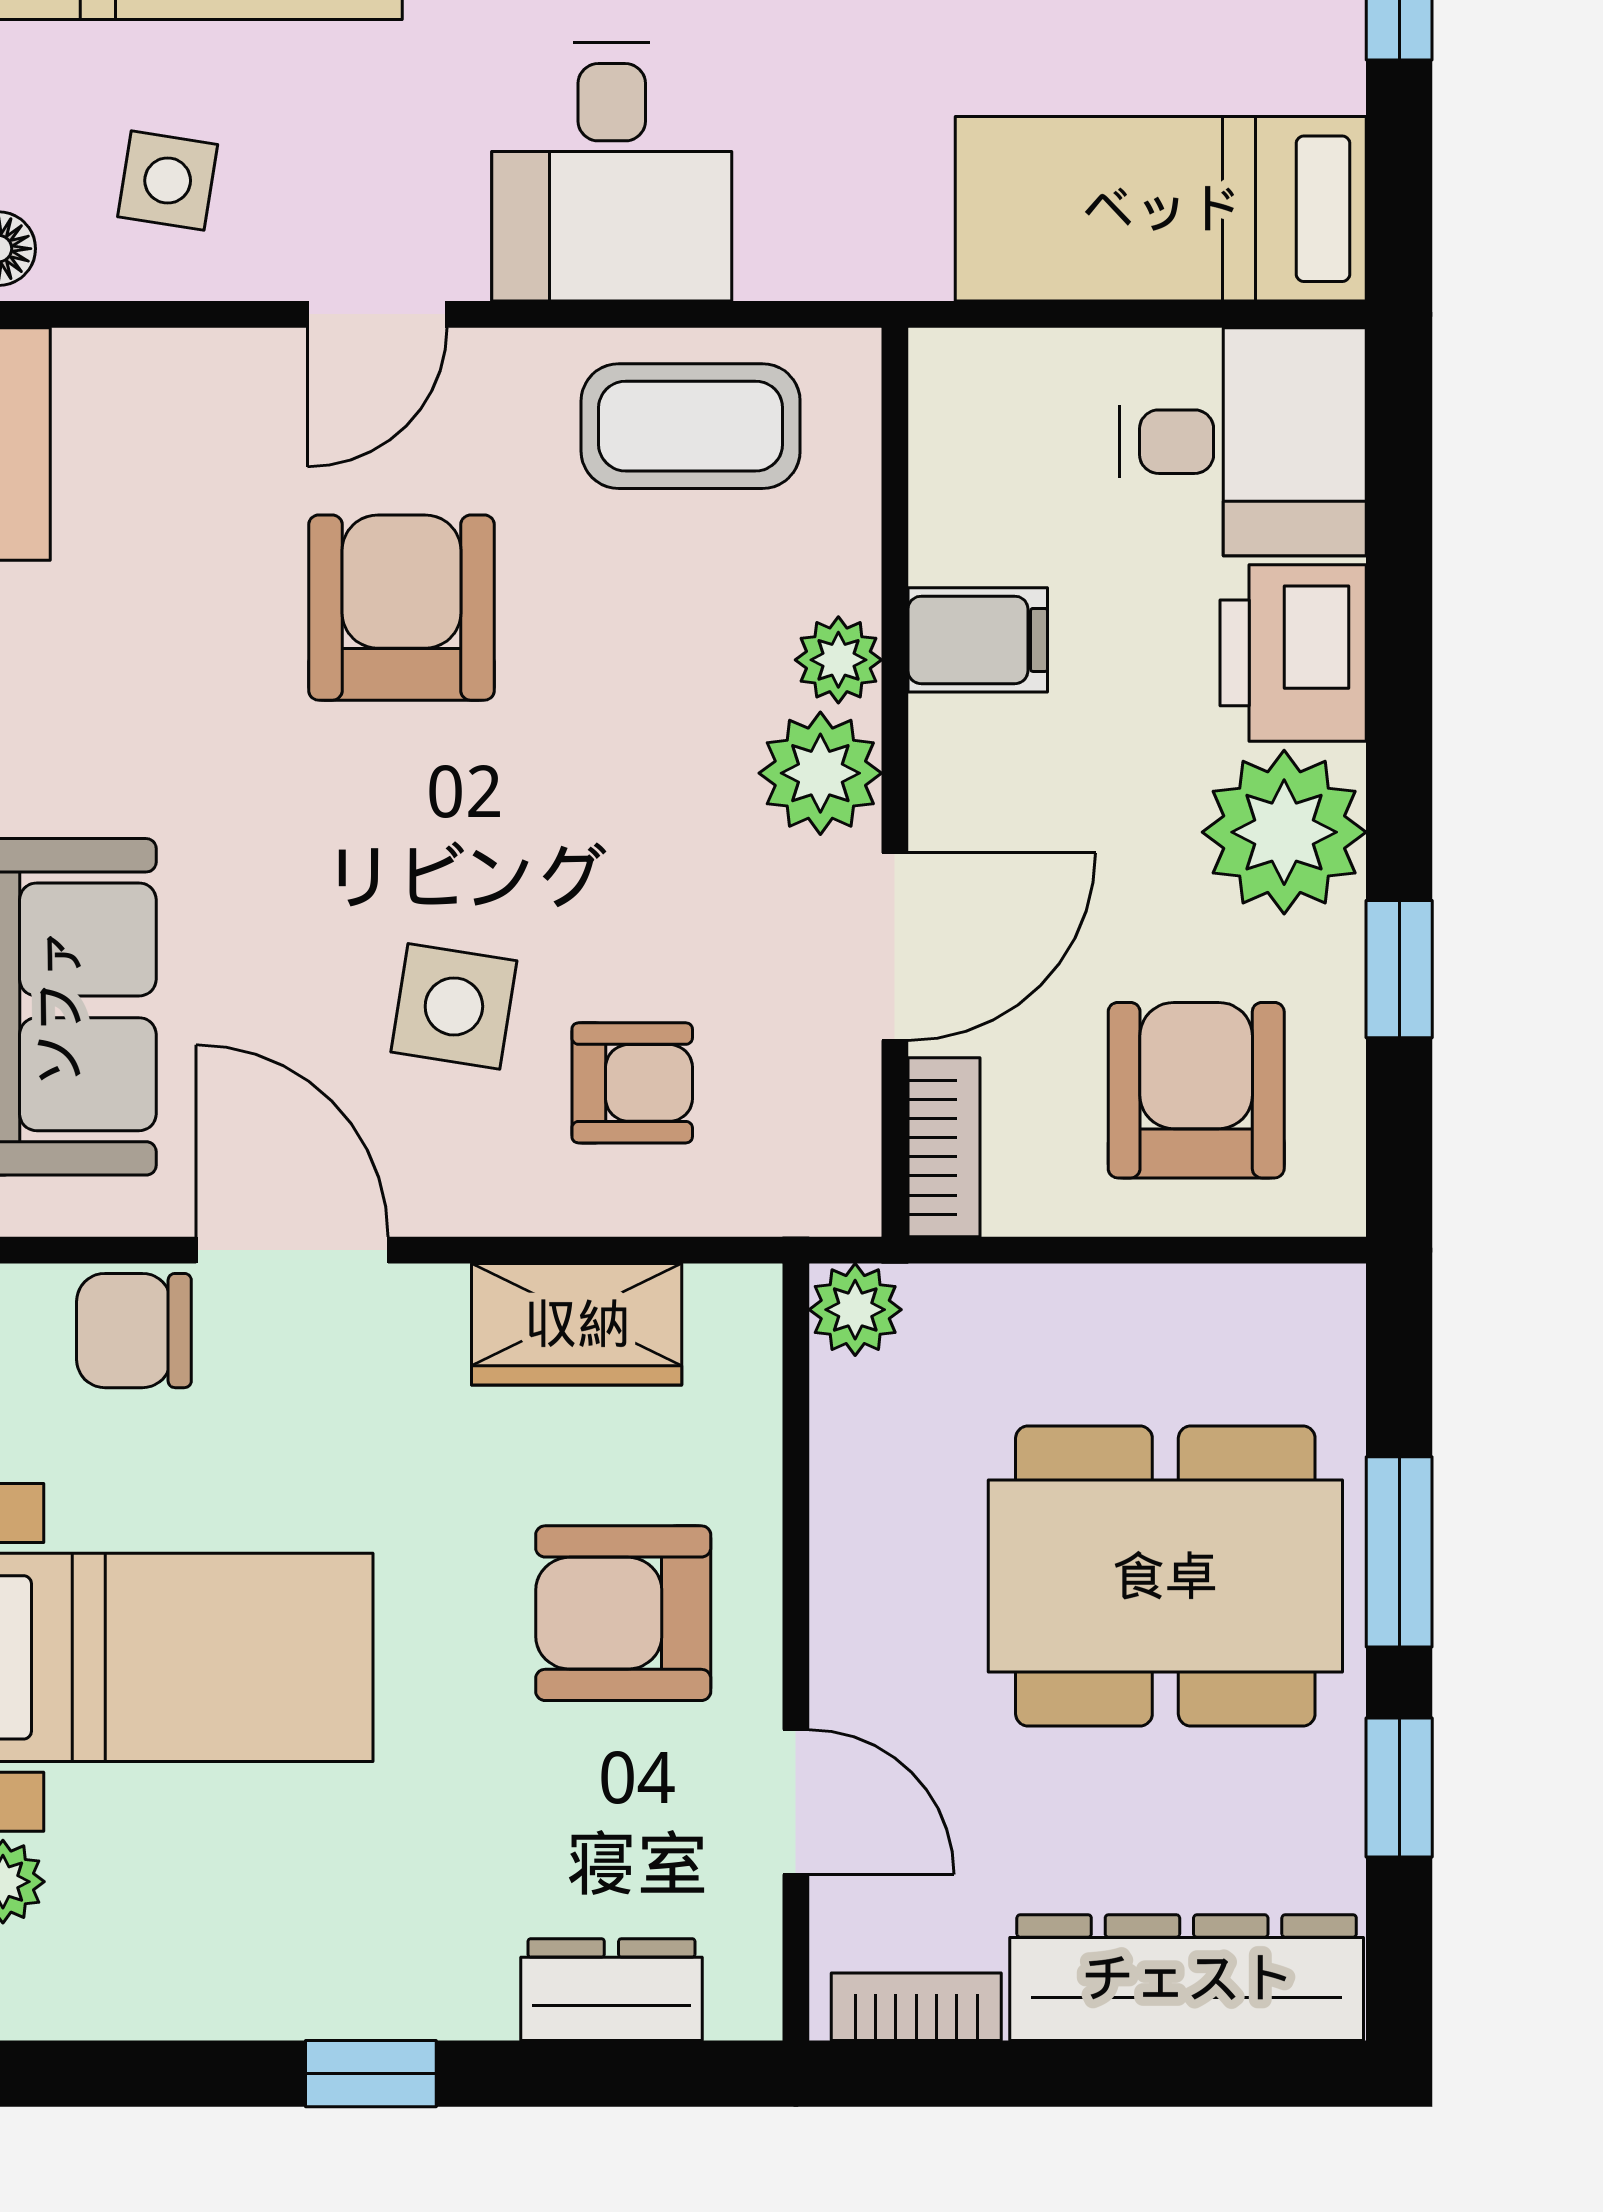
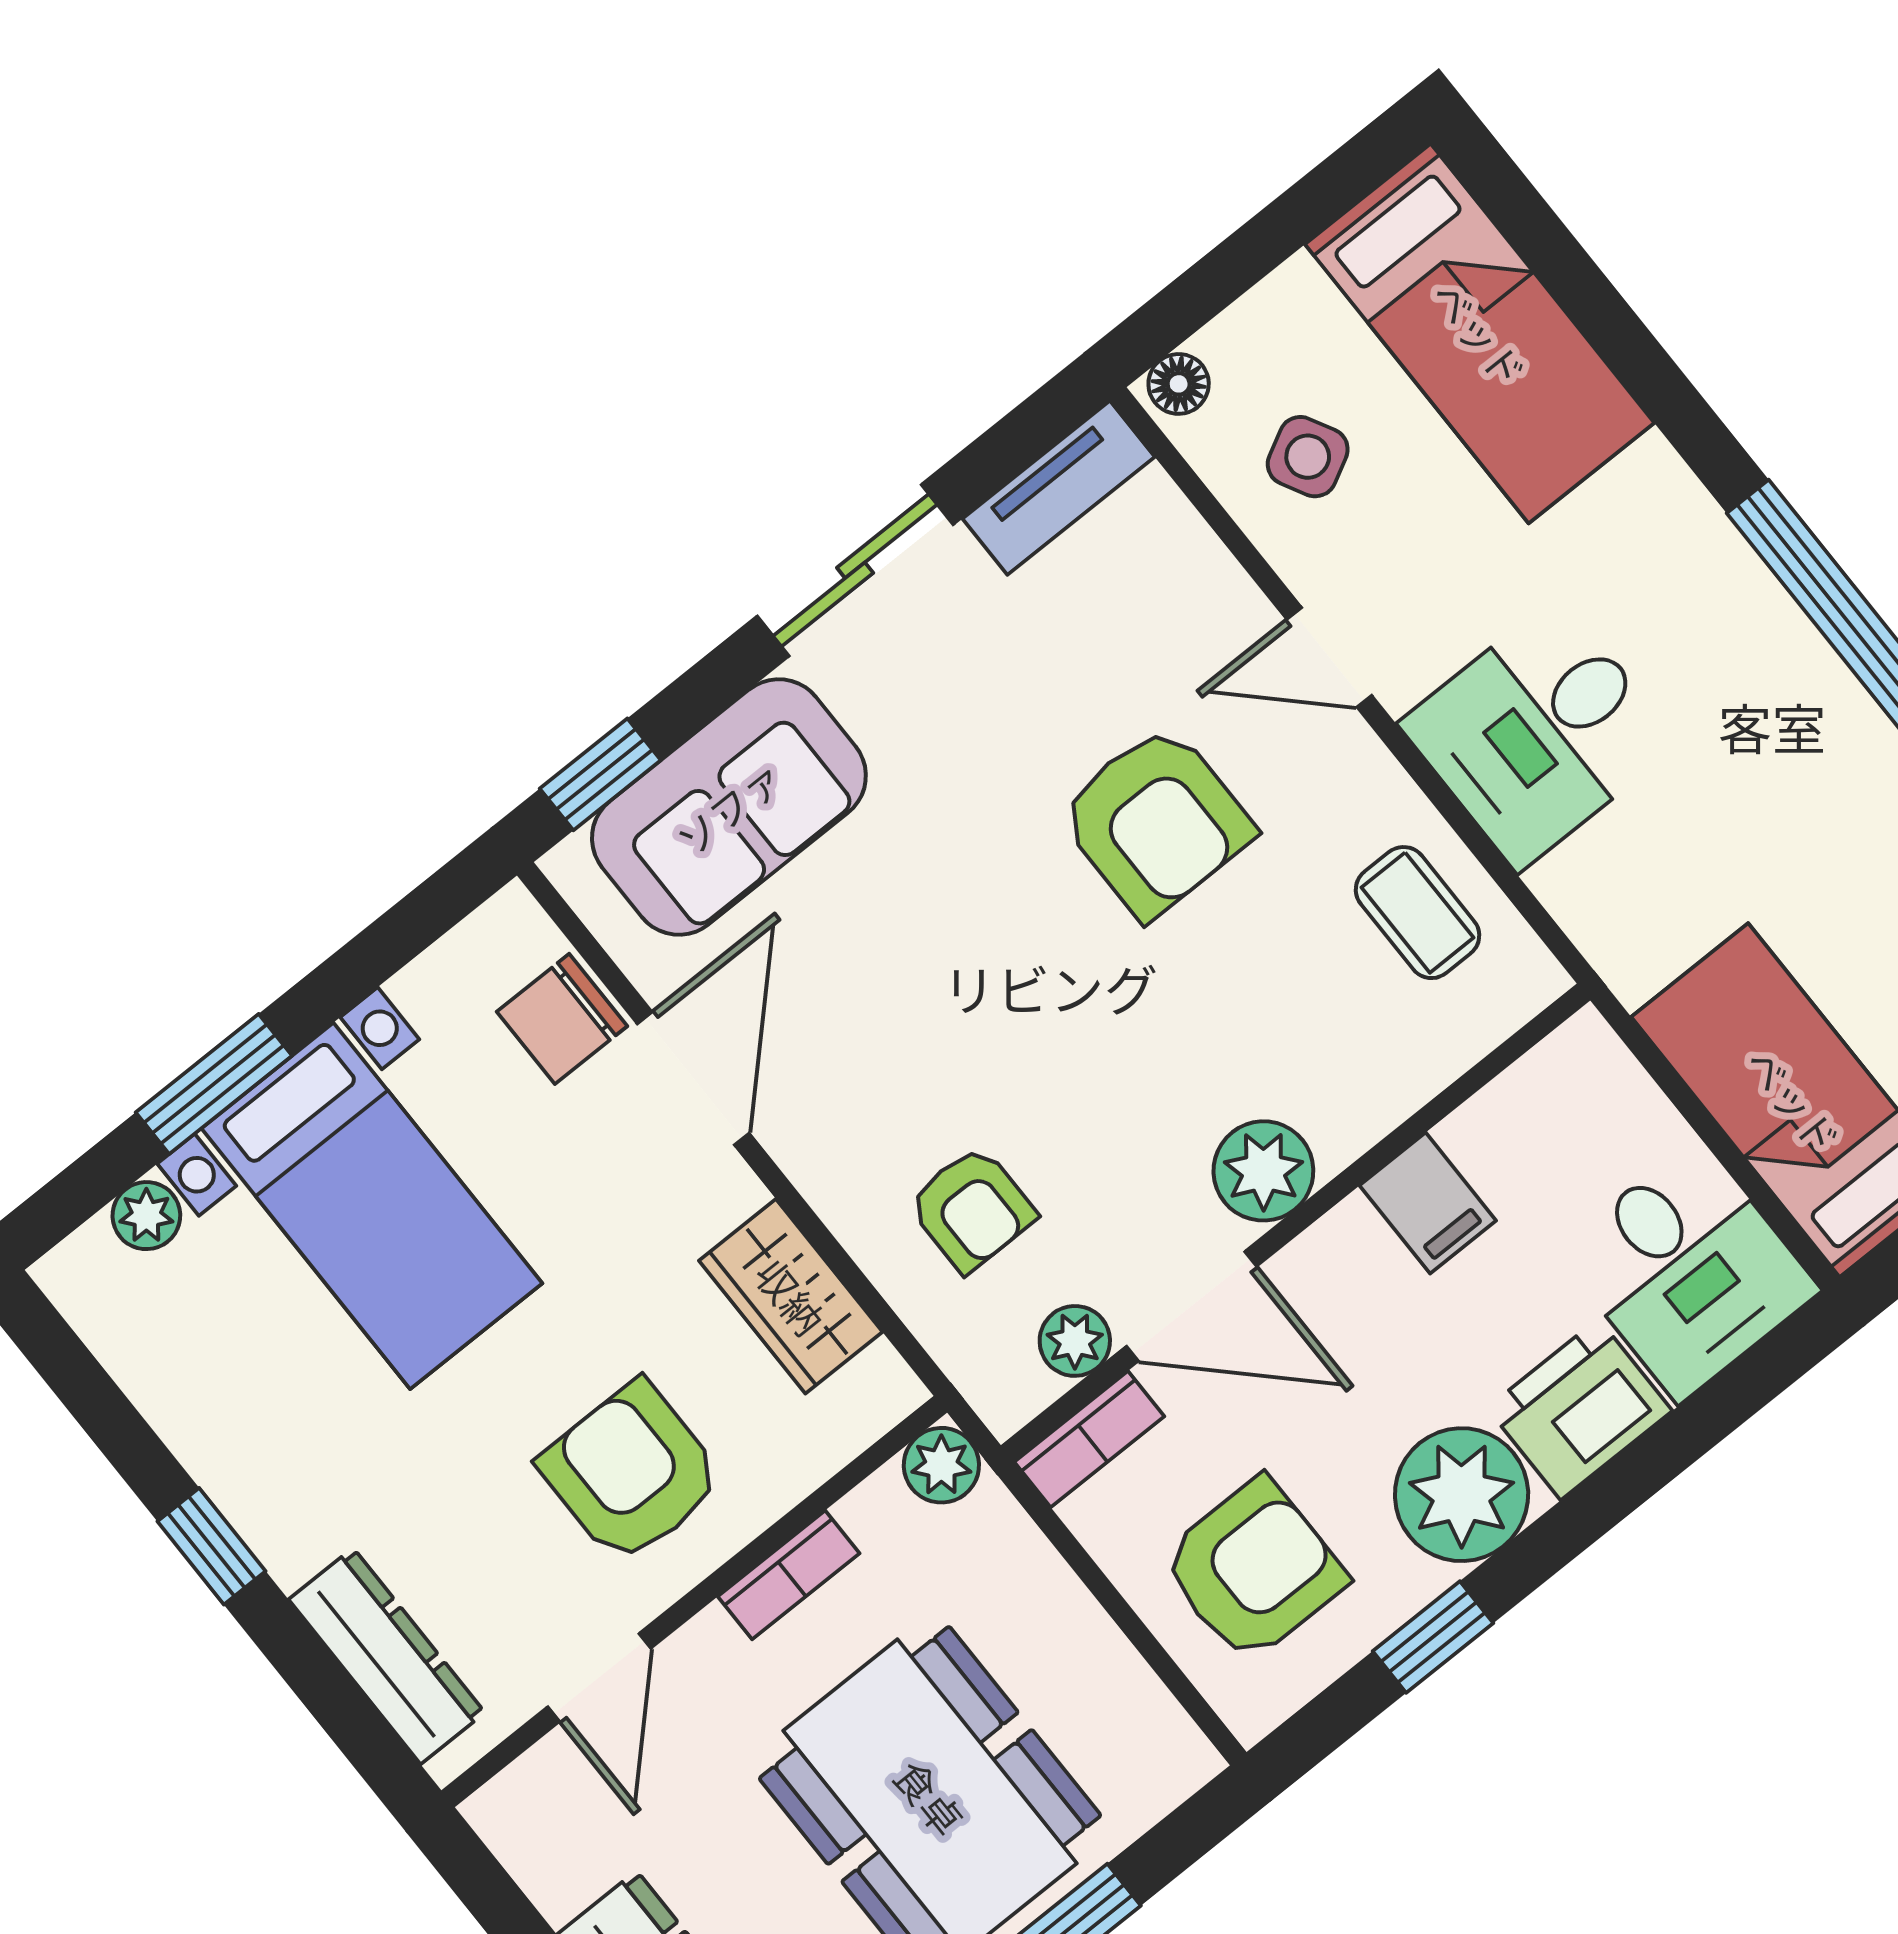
side table: (168, 181) -> (1308, 457), turned -37
coffee table: (691, 426) -> (1418, 913), width x0.73, depth x0.77
armchair: (401, 608) -> (1156, 822), turned 90
plant: (838, 660) -> (1075, 1341), moved
side table: (454, 1006) -> (930, 1057), removed
chair: (134, 1331) -> (562, 1019), turned -90
dresser: (611, 1990) -> (387, 1656), width x1.44
bookcase: (916, 2007) -> (789, 1575), moved, turned 90

